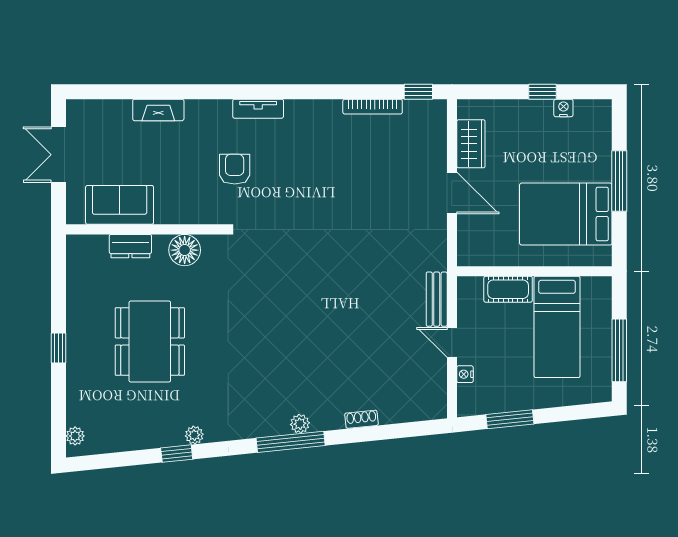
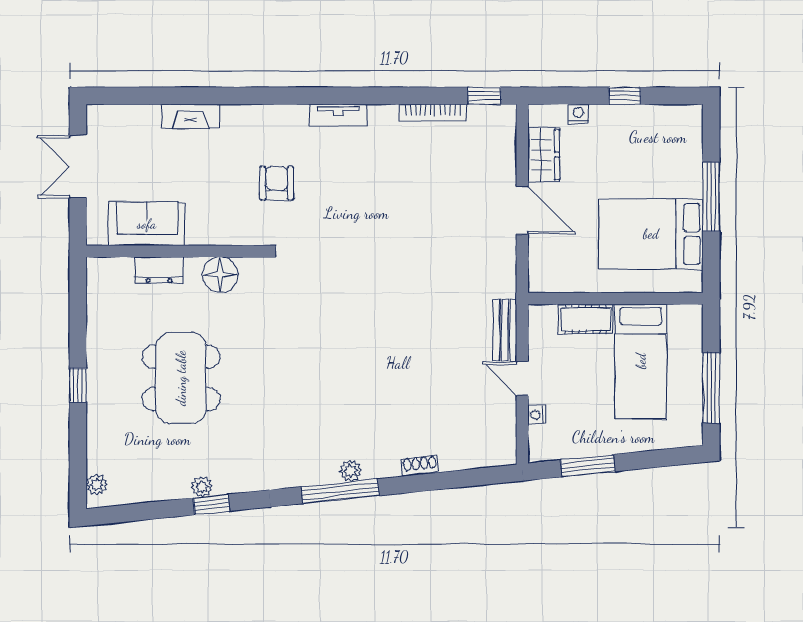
nightstand: (563, 108) -> (578, 114), moved
tv unit: (258, 109) -> (338, 115), moved
plant: (194, 435) -> (202, 487), moved

